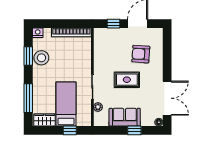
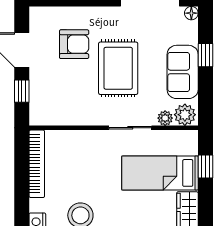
armchair: (141, 54) -> (74, 44), turned -94
rug: (127, 80) -> (118, 68), width x1.36, depth x1.43
plant: (100, 118) -> (185, 115), added

